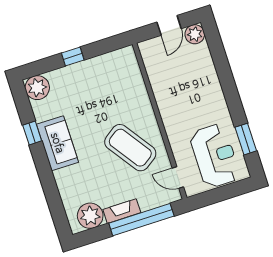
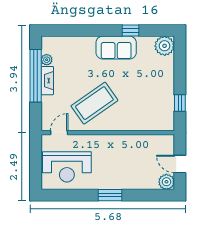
window: (73, 56) -> (180, 103), moved
window: (246, 139) -> (110, 195), moved
plant: (90, 216) -> (47, 60), width x0.53, depth x0.53
window: (141, 220) -> (36, 76), moved

